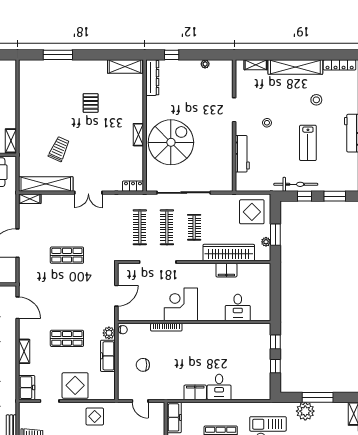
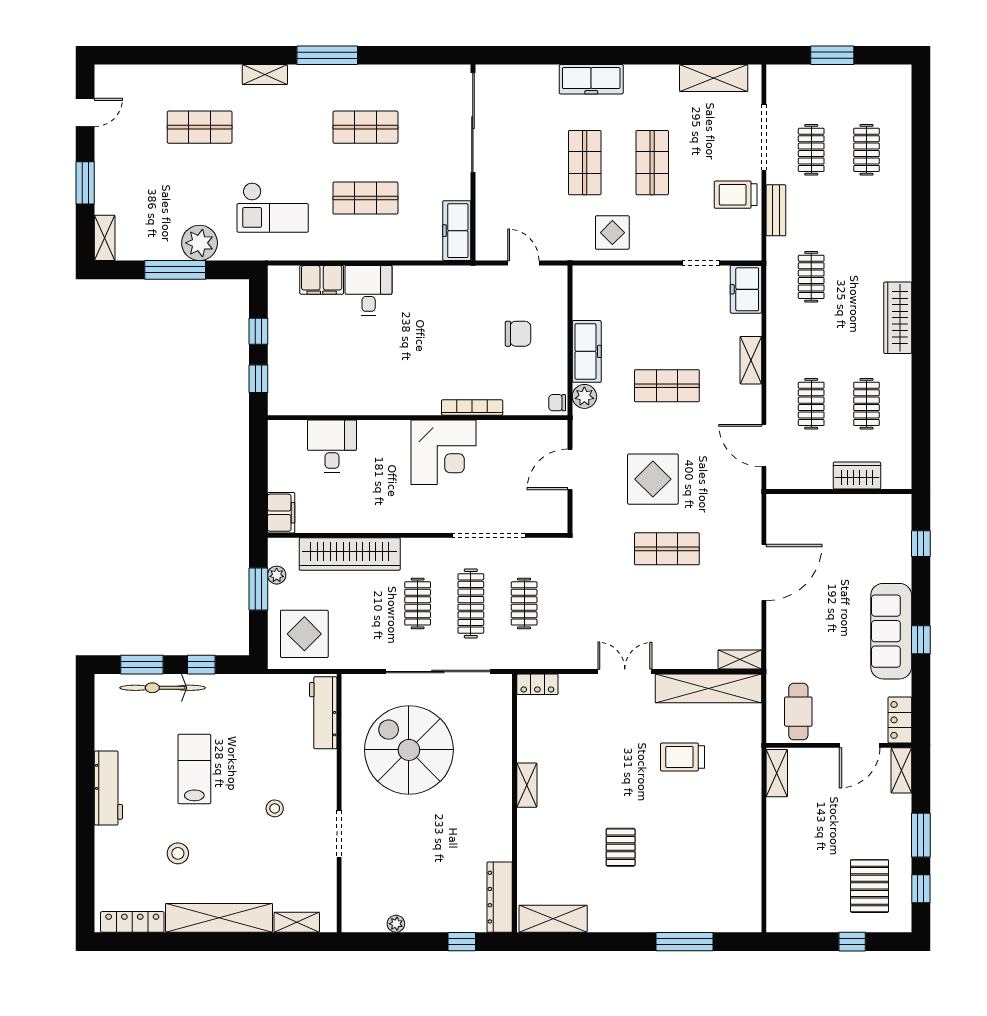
spiral stairs: (171, 142) -> (409, 750), moved, turned 90
trolley: (59, 149) -> (682, 757), turned 66
workbench: (242, 154) -> (323, 713), moved
bicycle: (296, 184) -> (163, 688), moved
clothes rail: (140, 227) -> (524, 603), width x0.73
filing cabinet: (226, 270) -> (281, 513), moved, turned 90
display table: (75, 385) -> (653, 479), moved
filing cabinet: (195, 392) -> (322, 280), moved

